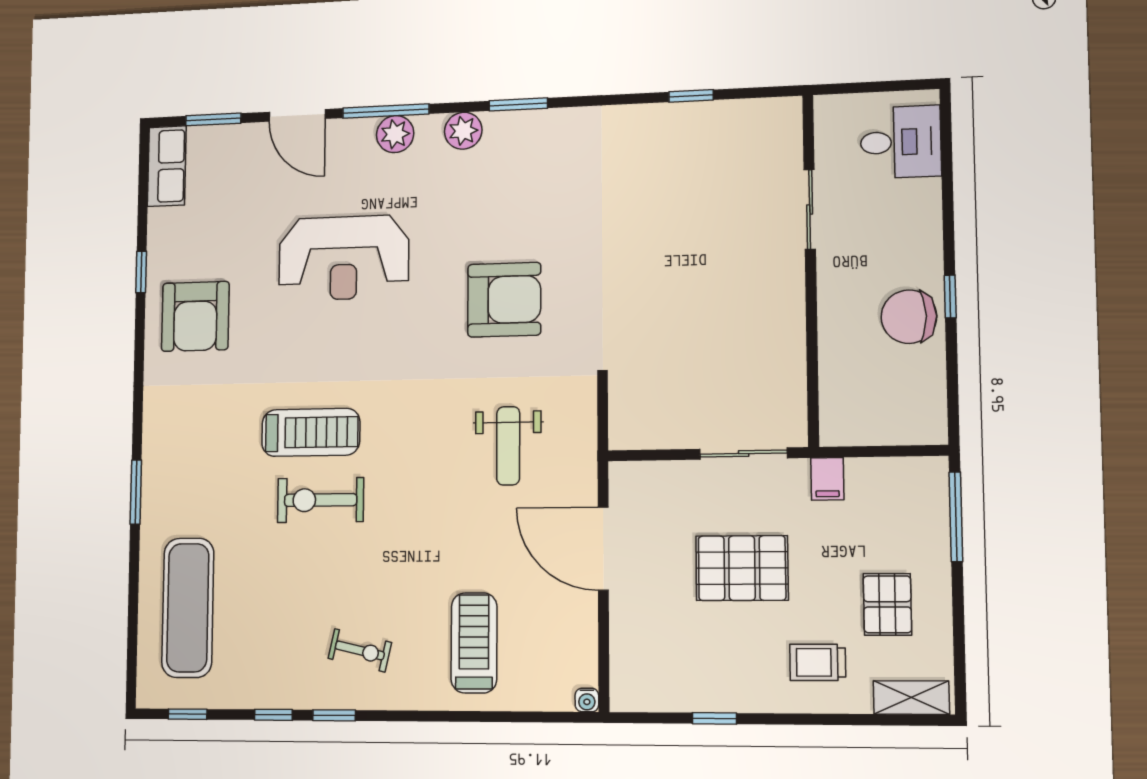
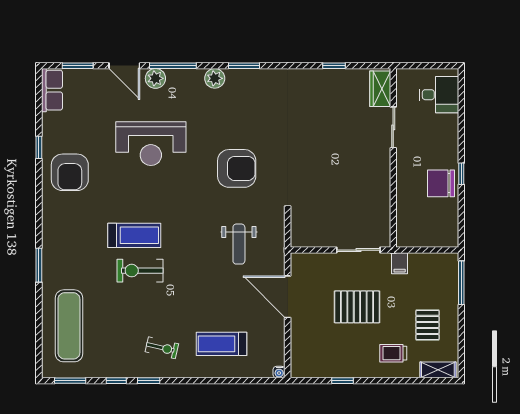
plant: (395, 134) -> (155, 78), moved
wardrobe: (782, 136) -> (380, 89), added
treadmill: (474, 643) -> (221, 344), turned -90
window: (188, 714) -> (70, 381), width x1.50

